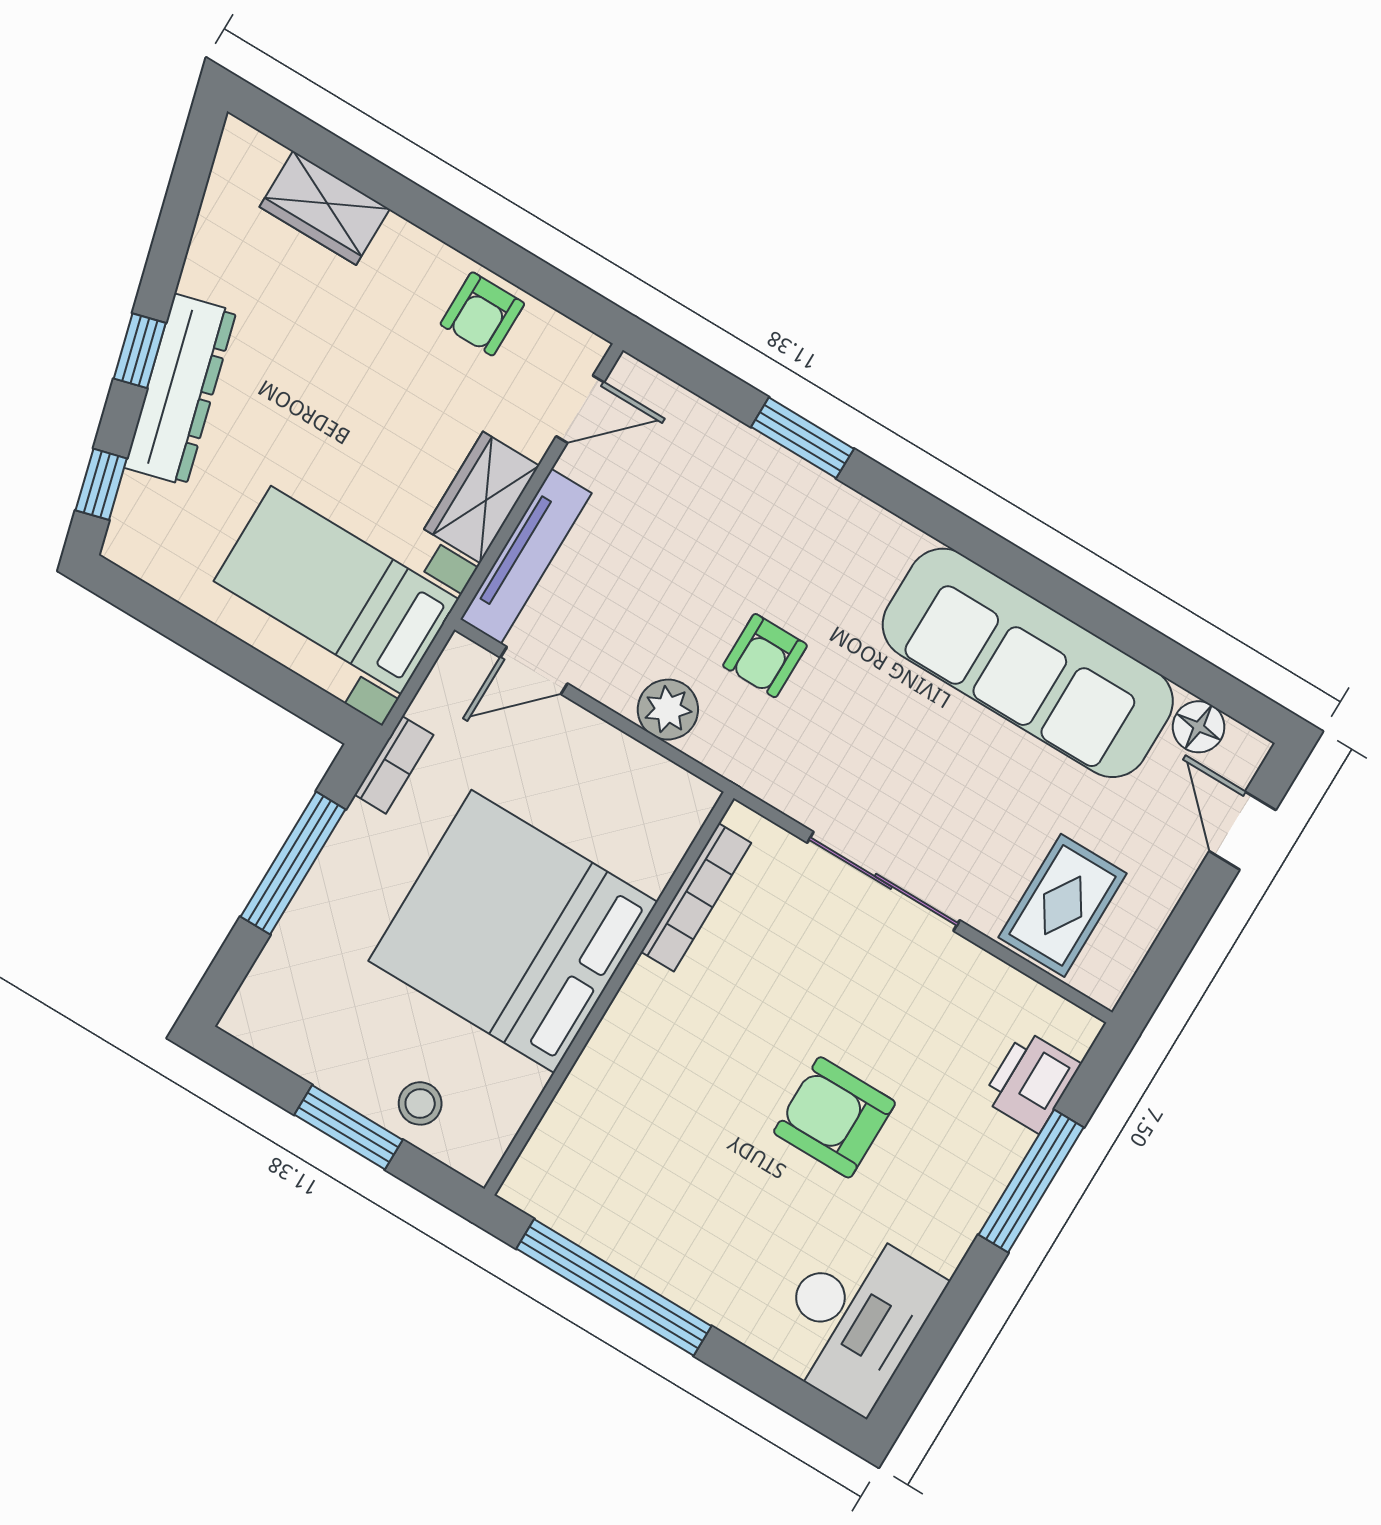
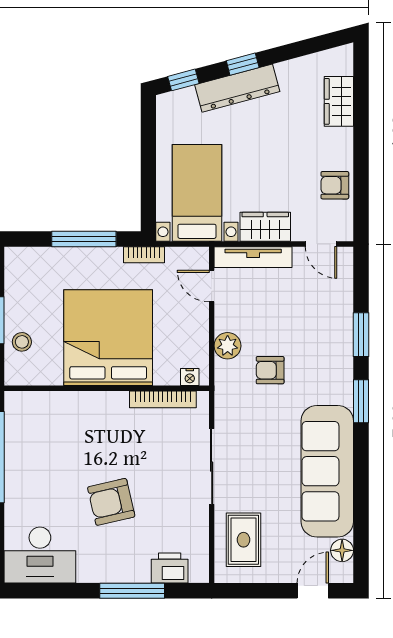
window: (932, 516) -> (361, 401), added
nightstand: (684, 819) -> (190, 377), added
rug: (1063, 905) -> (243, 540), turned 90
armchair: (835, 1117) -> (111, 502), turned -103

